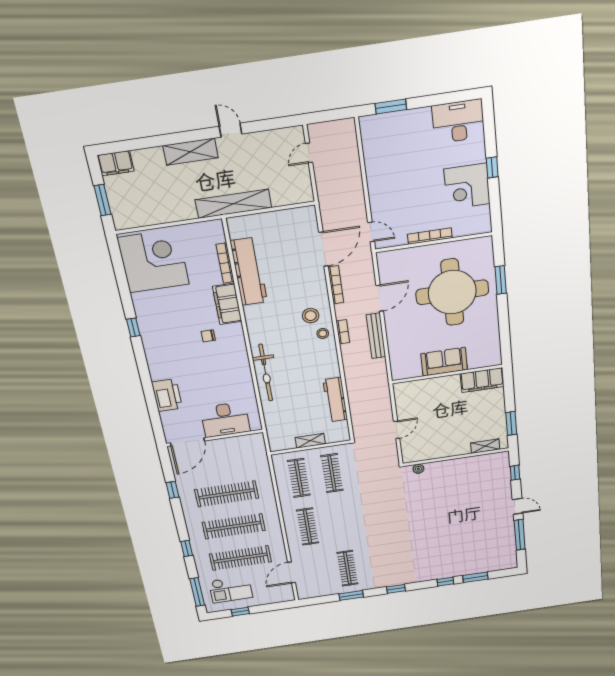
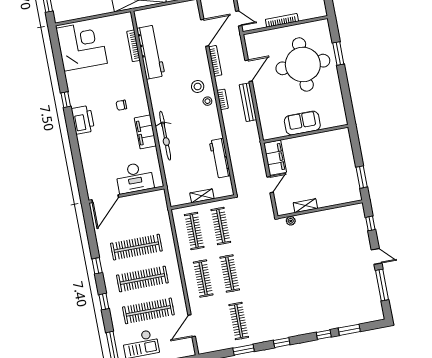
filing cabinet: (227, 304) -> (145, 132), moved
filing cabinet: (482, 380) -> (275, 158), moved, turned -90
printer: (167, 395) -> (83, 120), moved
shelving: (485, 446) -> (305, 206), moved
window: (172, 490) -> (97, 266), moved
clothes rail: (340, 522) -> (230, 273), added

